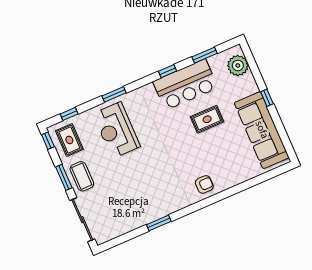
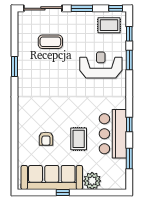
plant: (238, 66) -> (92, 181), moved
window: (114, 94) -> (129, 60), moved
window: (267, 98) -> (63, 193), moved
coffee table: (82, 176) -> (50, 42), moved
armchair: (204, 184) -> (46, 139), moved

